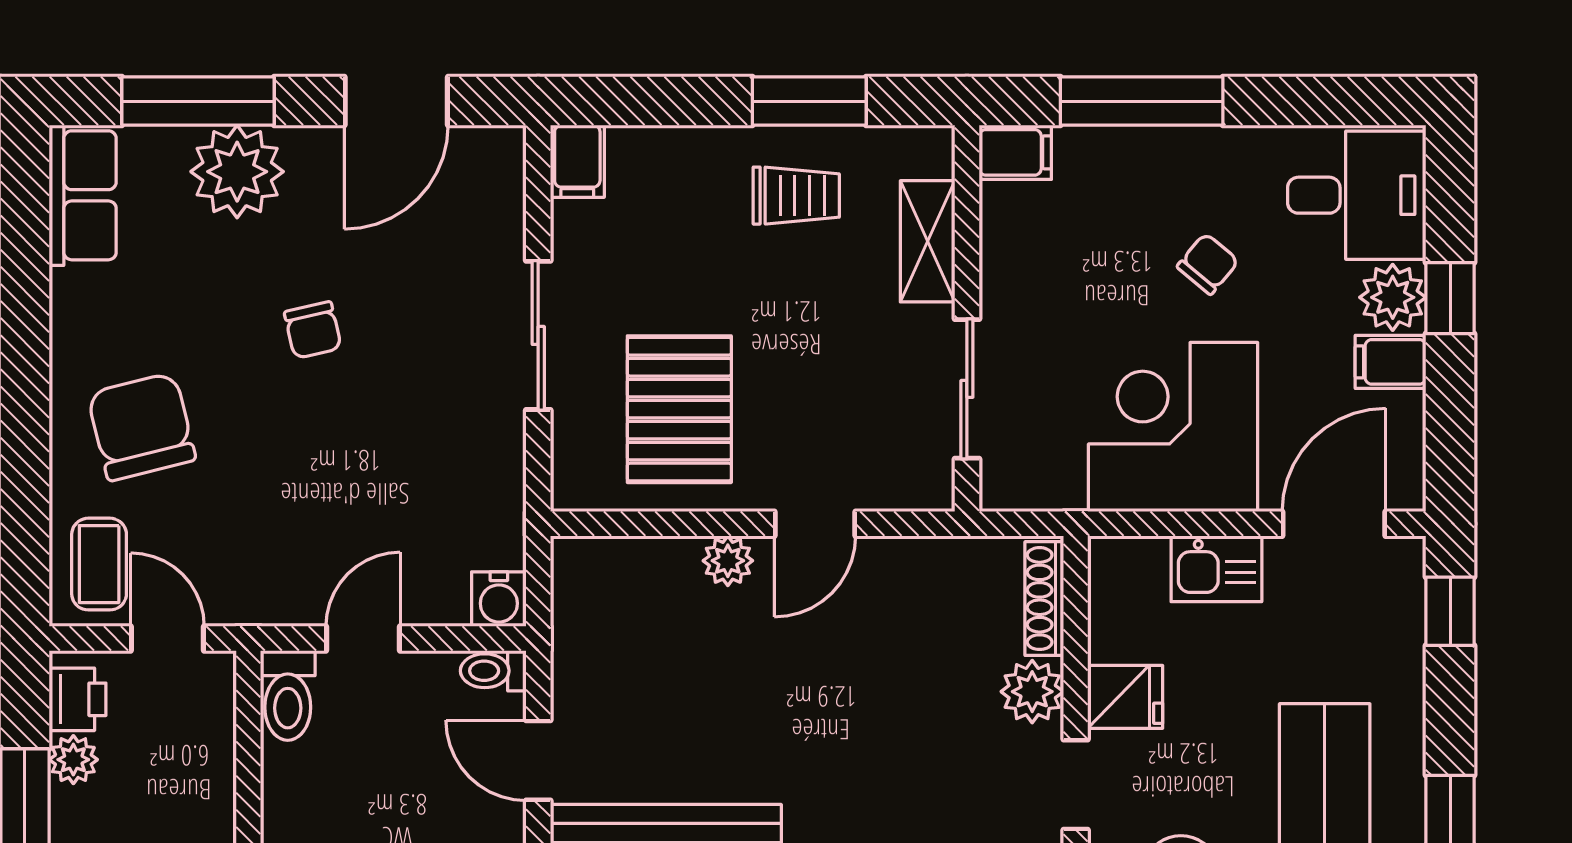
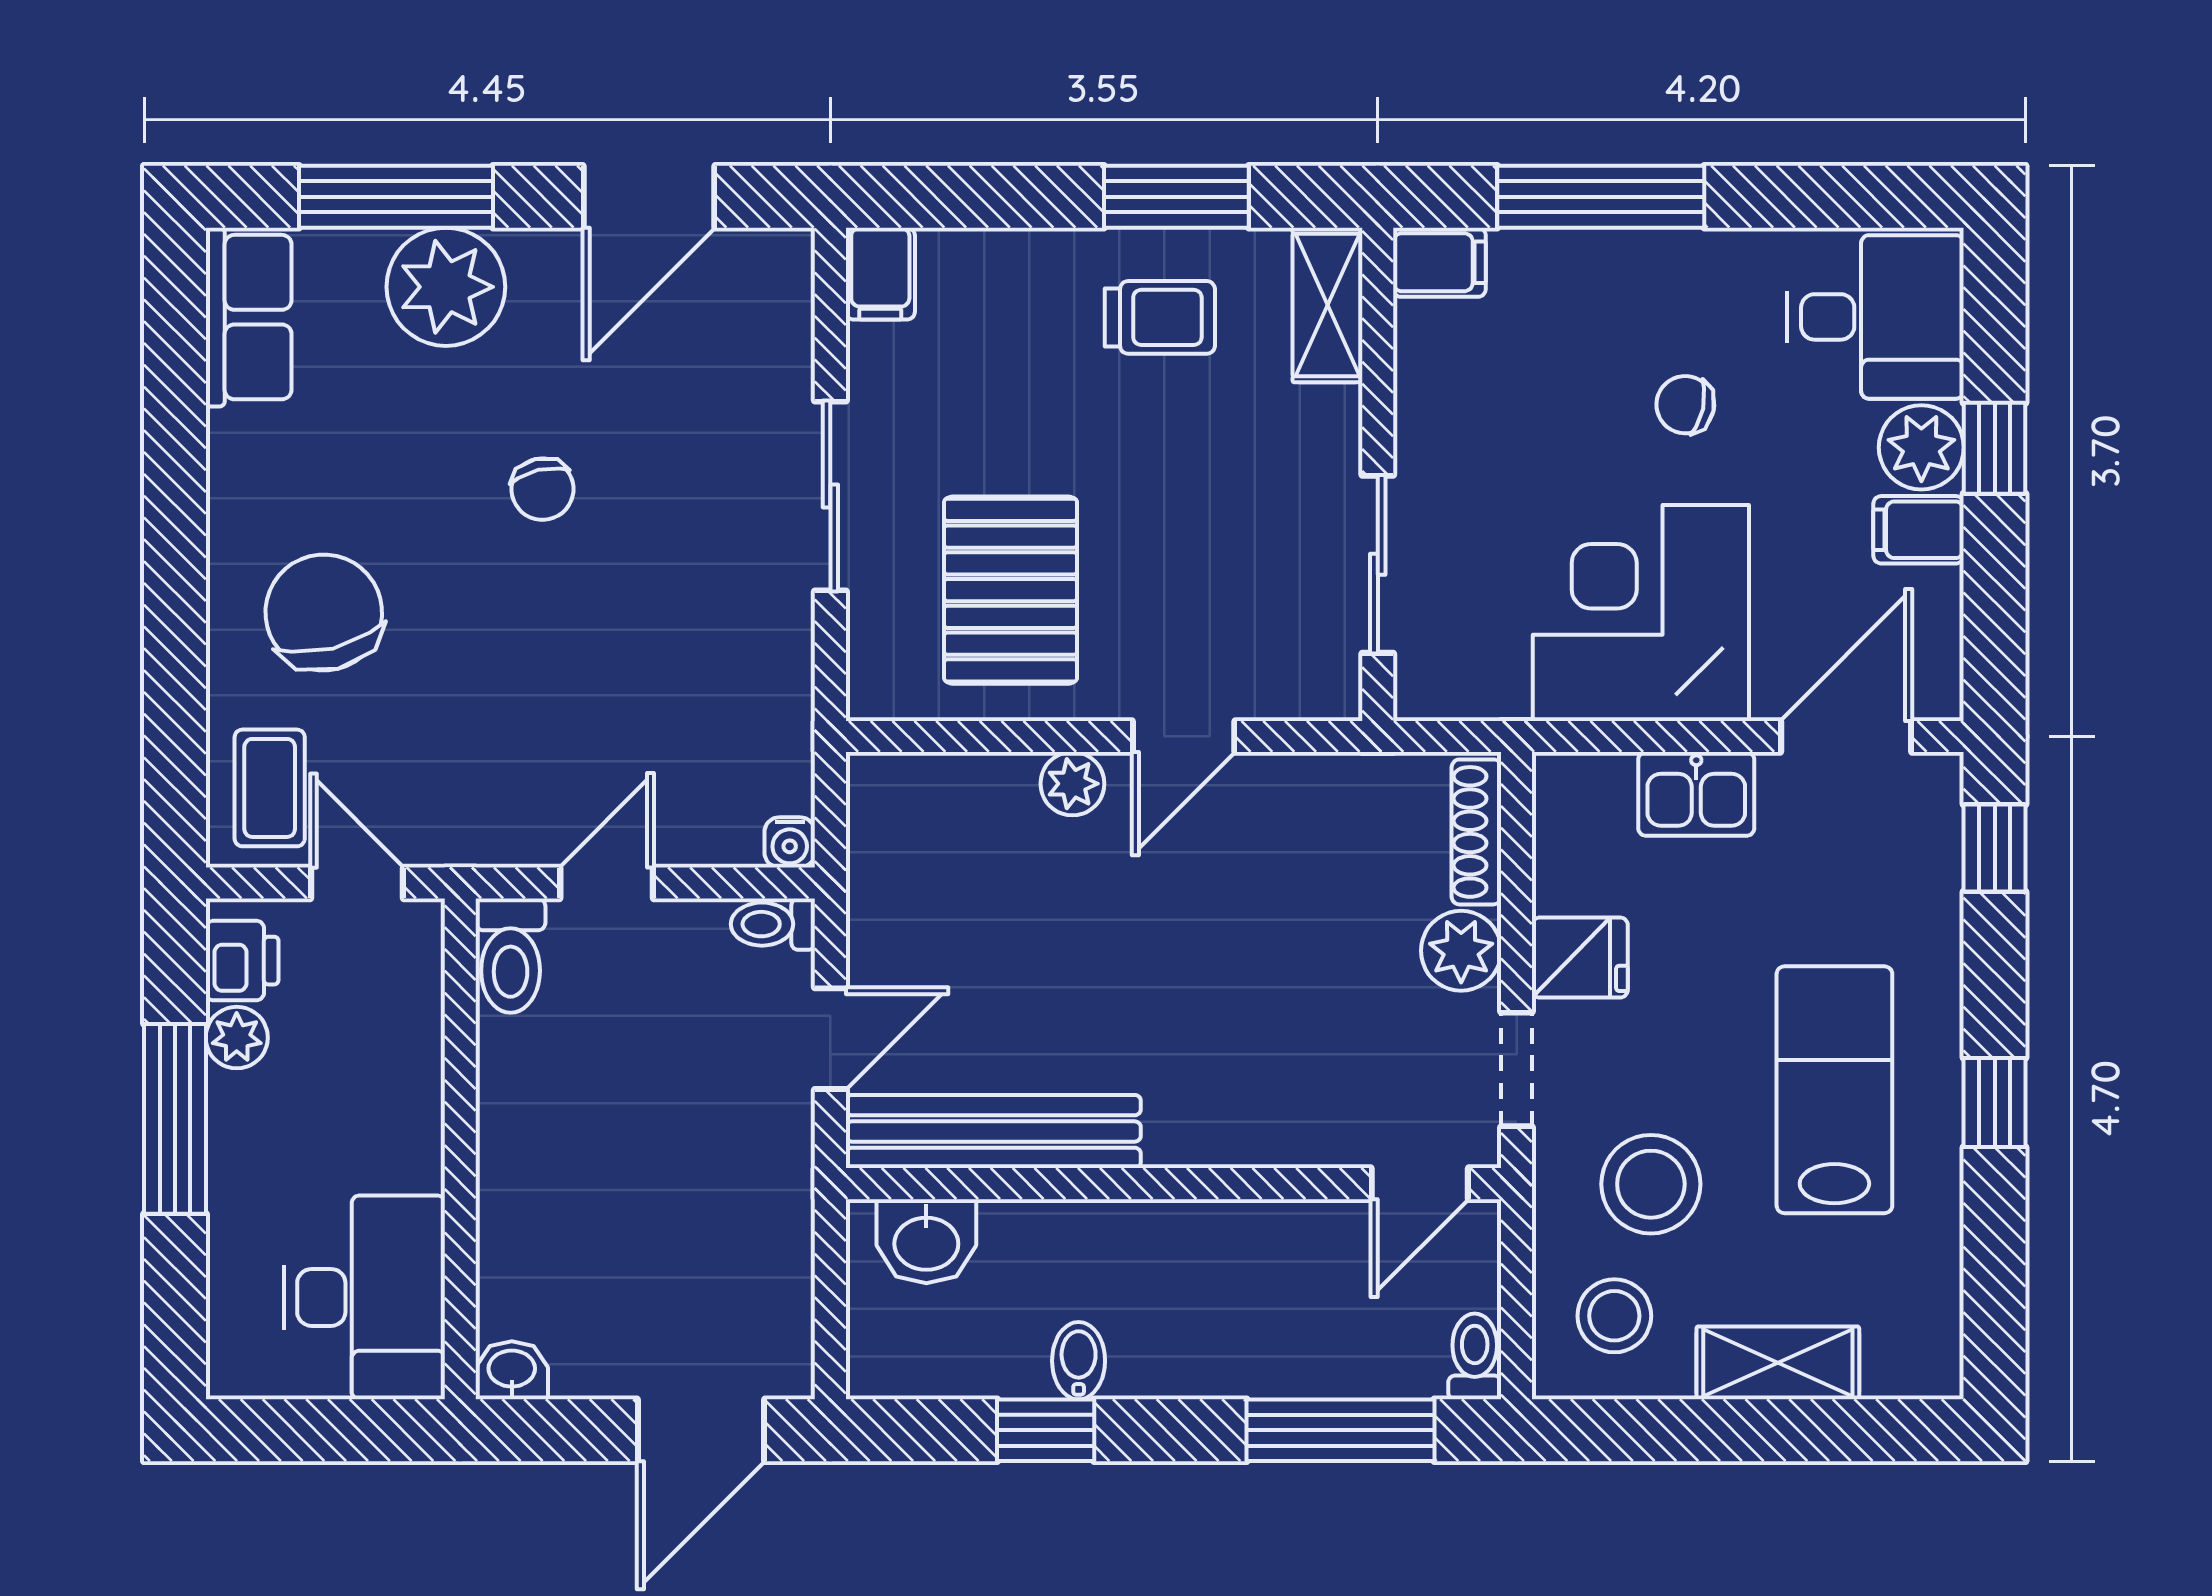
shelving: (928, 241) -> (1328, 305), moved
chair: (1208, 264) -> (1685, 405), turned -118
water cooler: (499, 599) -> (790, 842), width x0.72, depth x0.72
door: (538, 760) -> (830, 1039), swing flipped

